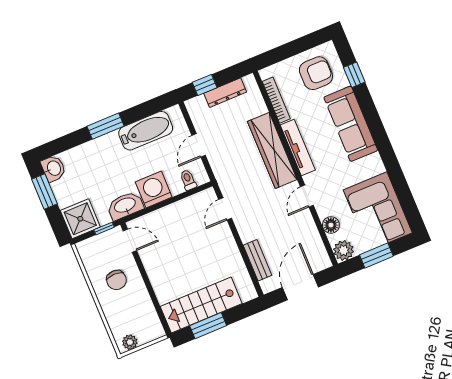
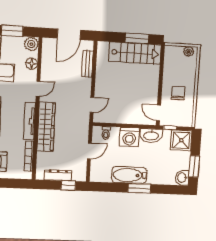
bathtub: (146, 131) -> (129, 175), moved

